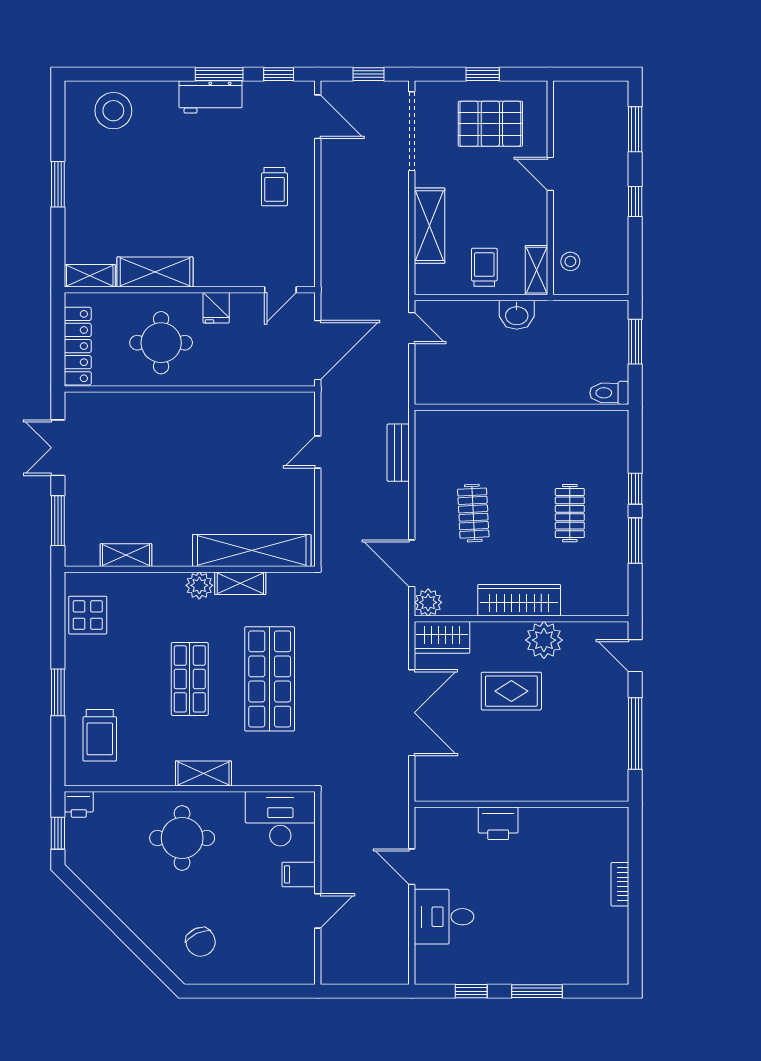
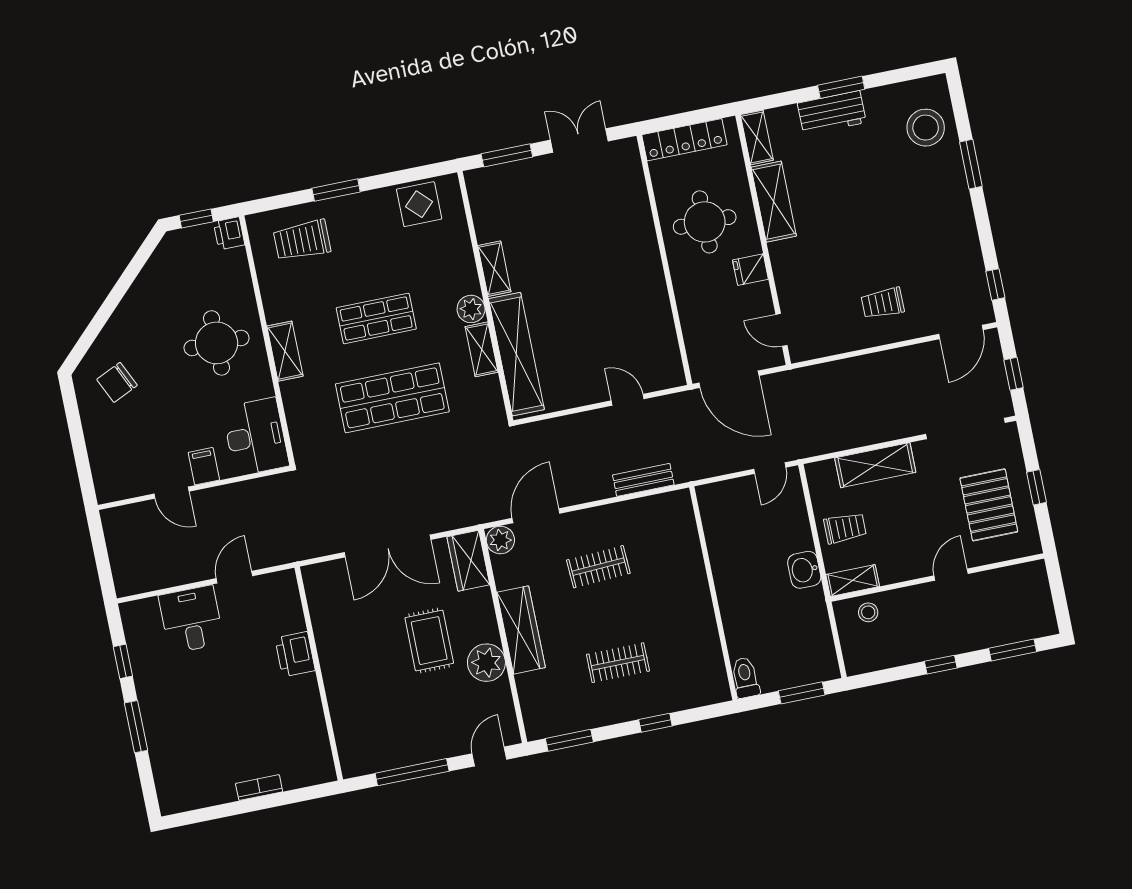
window: (219, 74) -> (971, 164), moved
workbench: (211, 97) -> (832, 113), moved, turned -90
window: (635, 541) -> (569, 740), moved
shelving: (126, 555) -> (494, 269), moved

